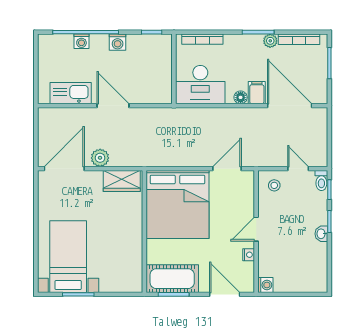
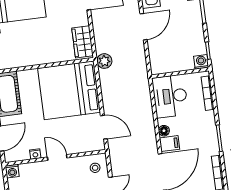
plant: (270, 41) -> (214, 149), removed
washing machine: (118, 42) -> (201, 62), moved, turned 90
plant: (100, 158) -> (104, 61), moved

